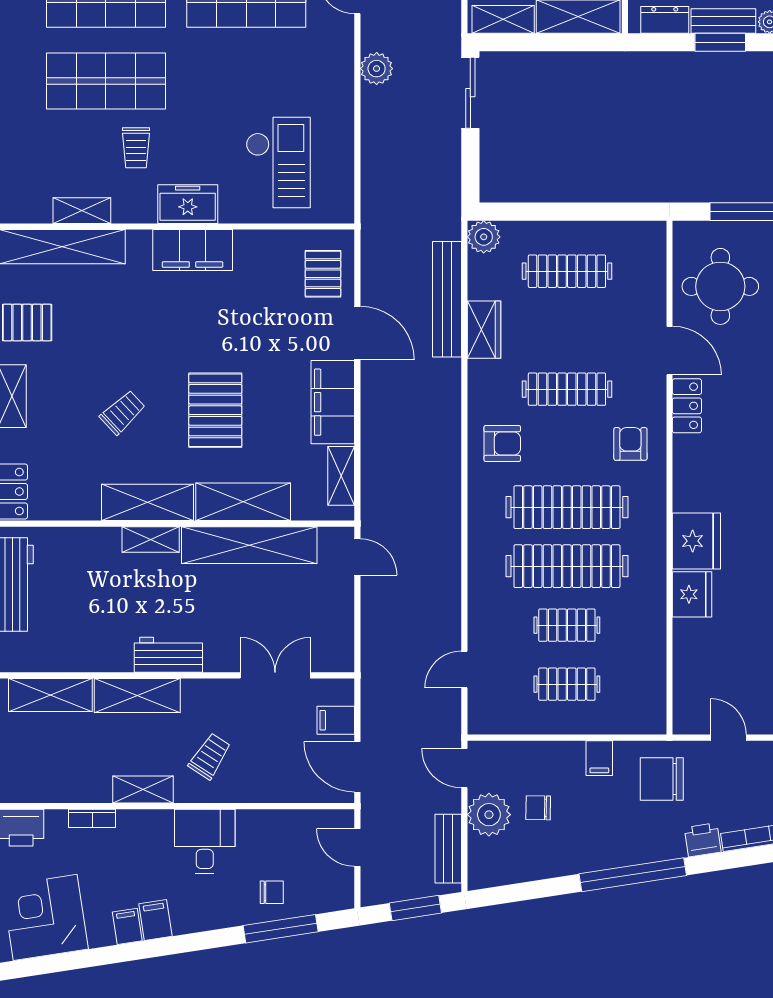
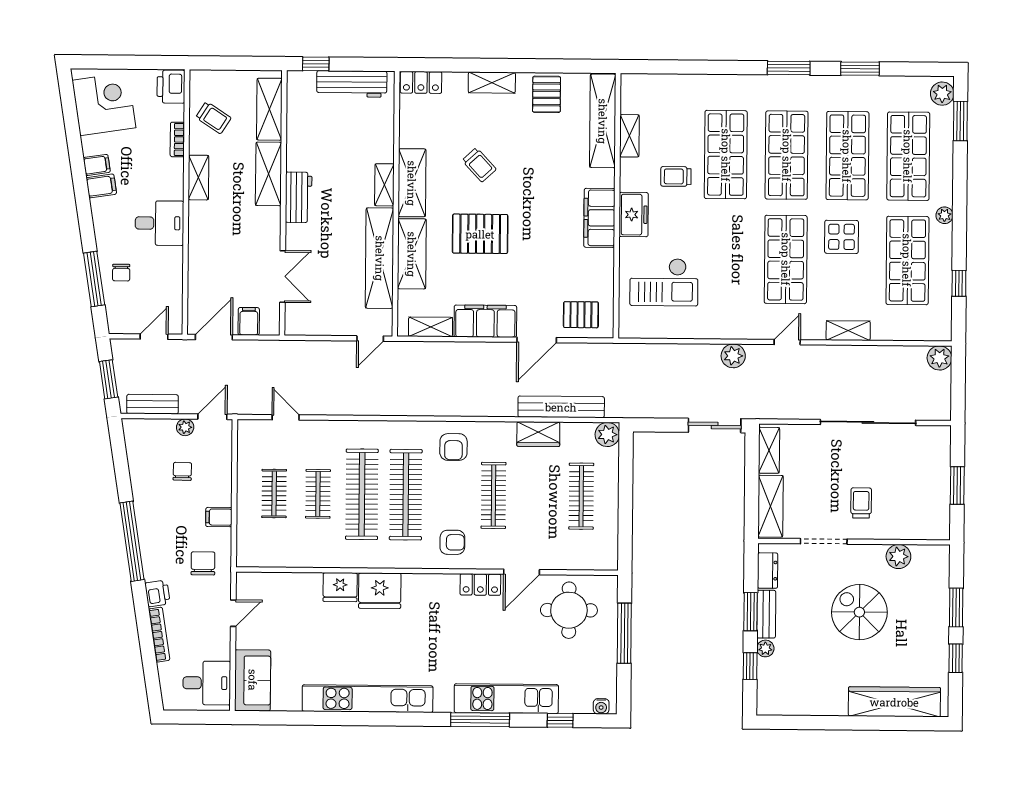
trolley: (210, 756) -> (213, 118), moved
chair: (662, 779) -> (203, 563), width x0.73, depth x0.73
plant: (489, 815) -> (185, 427), width x0.53, depth x0.53

